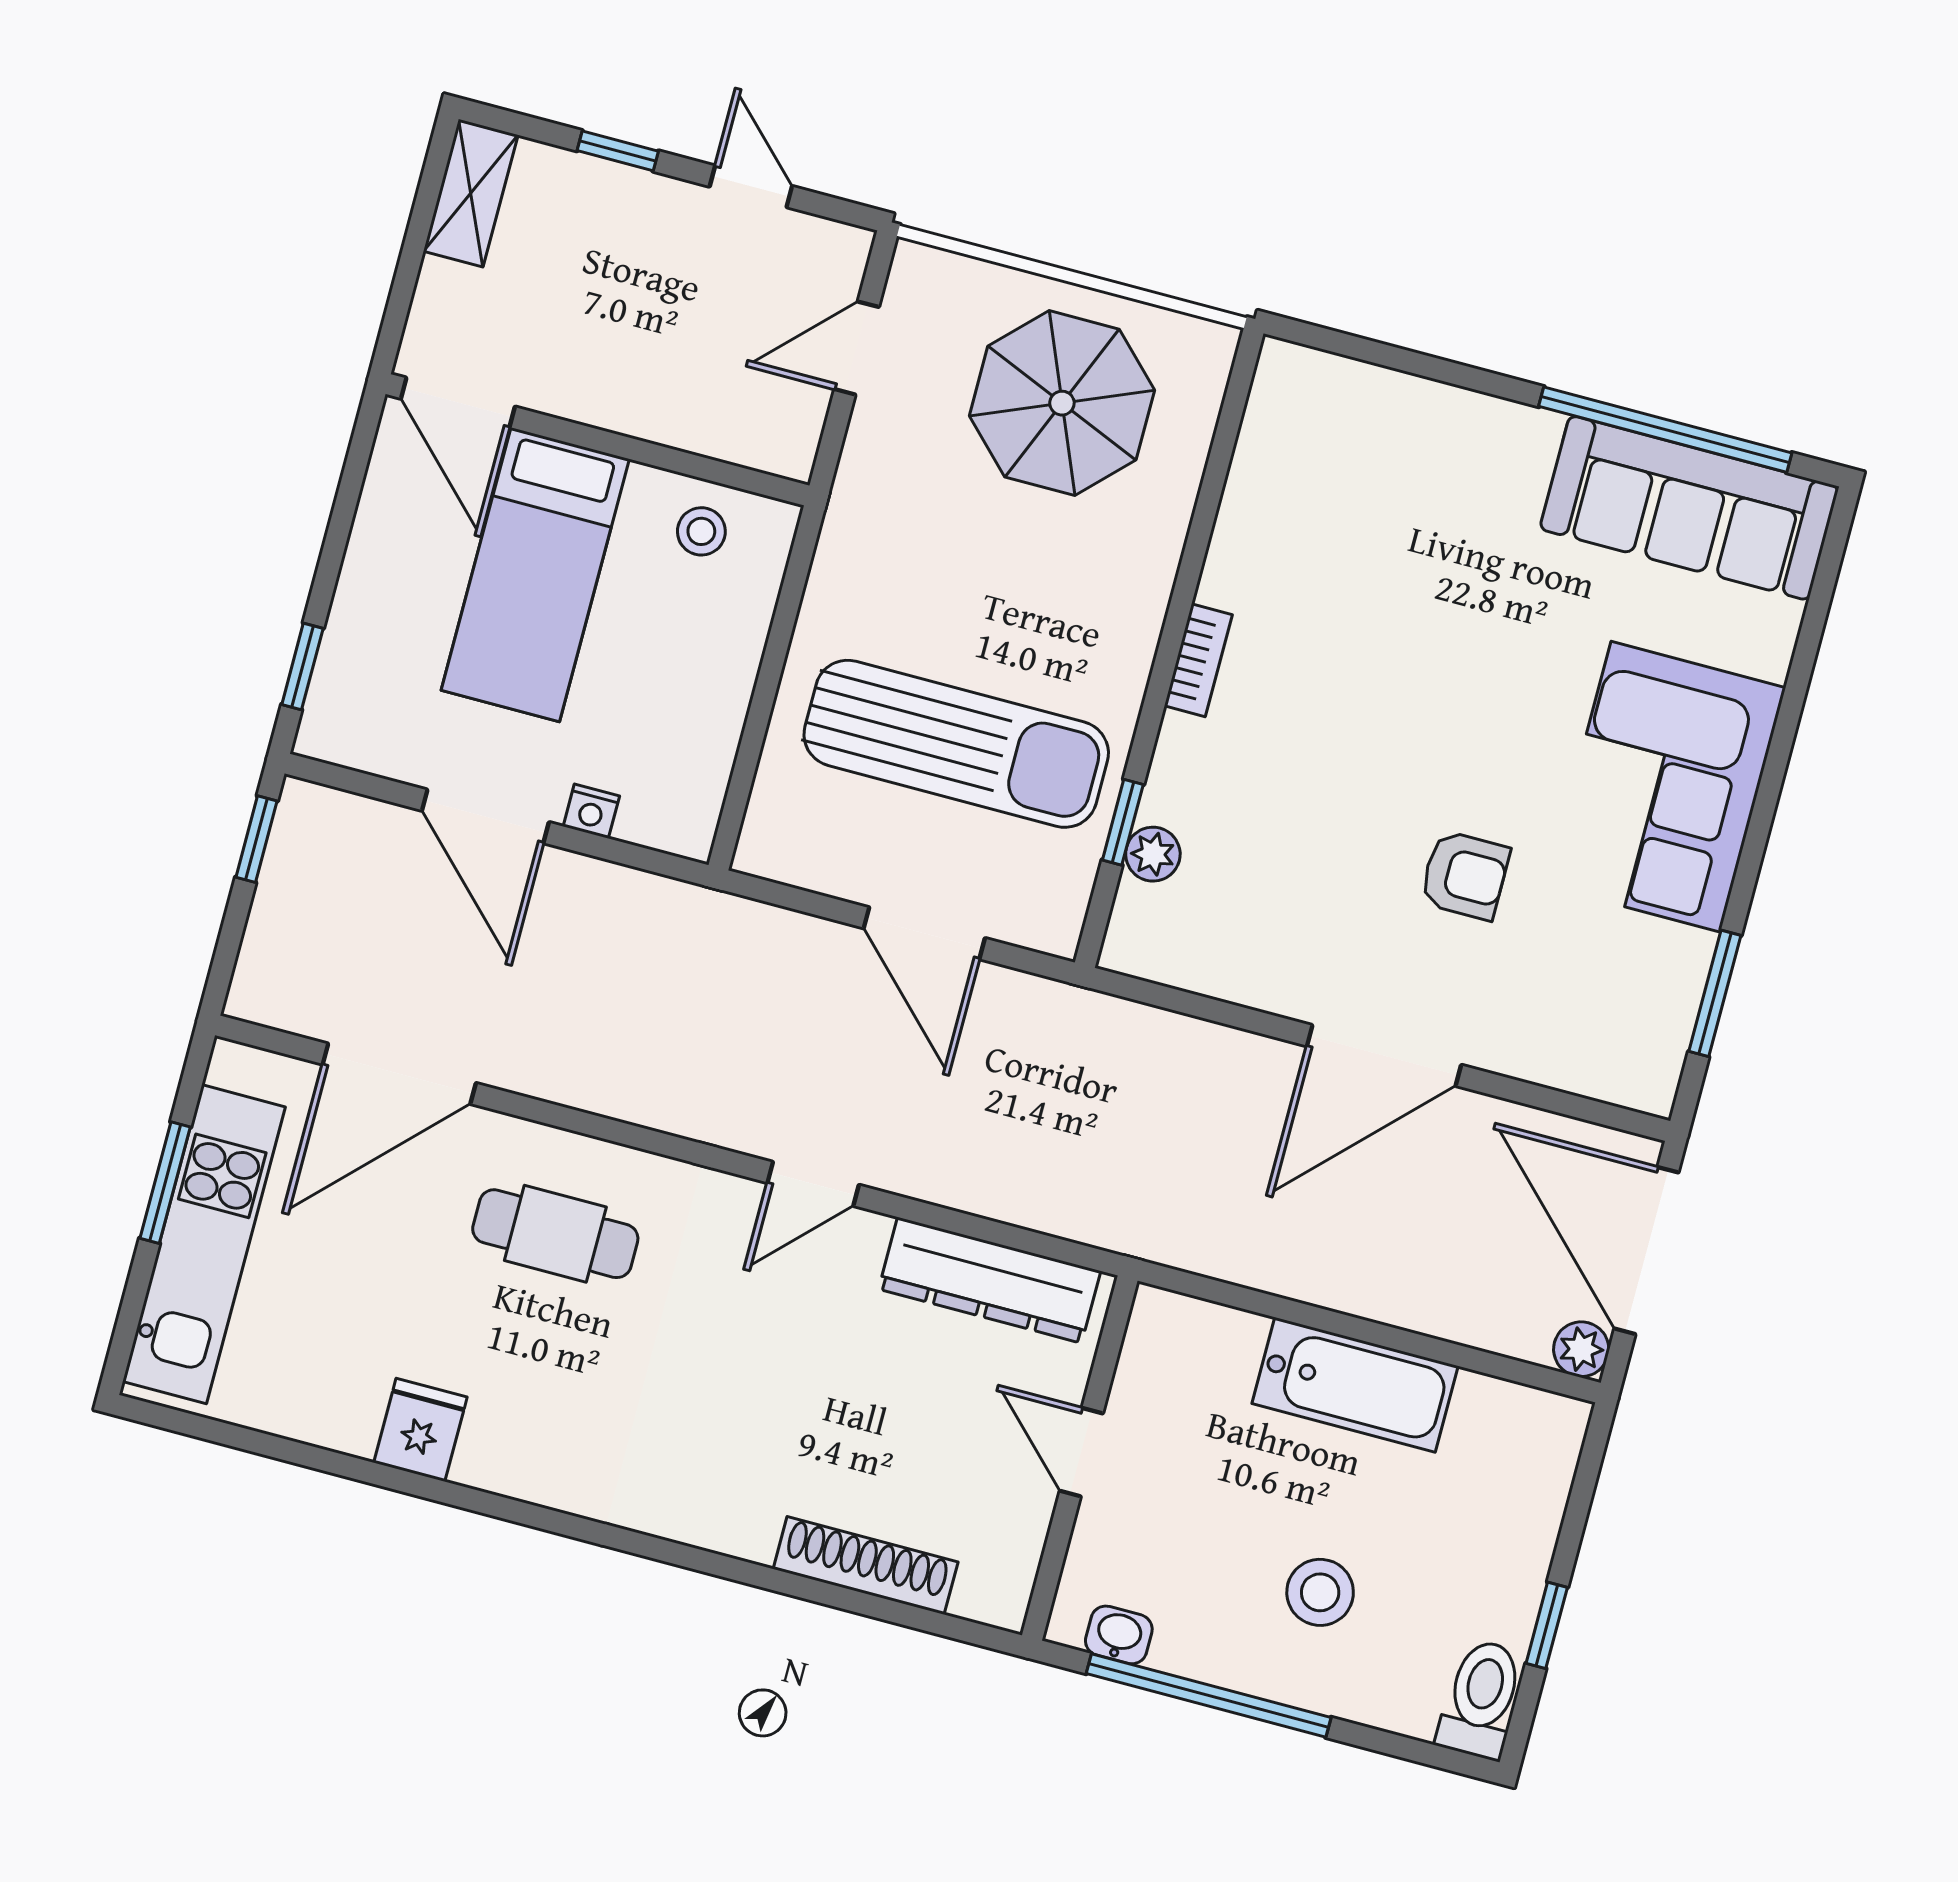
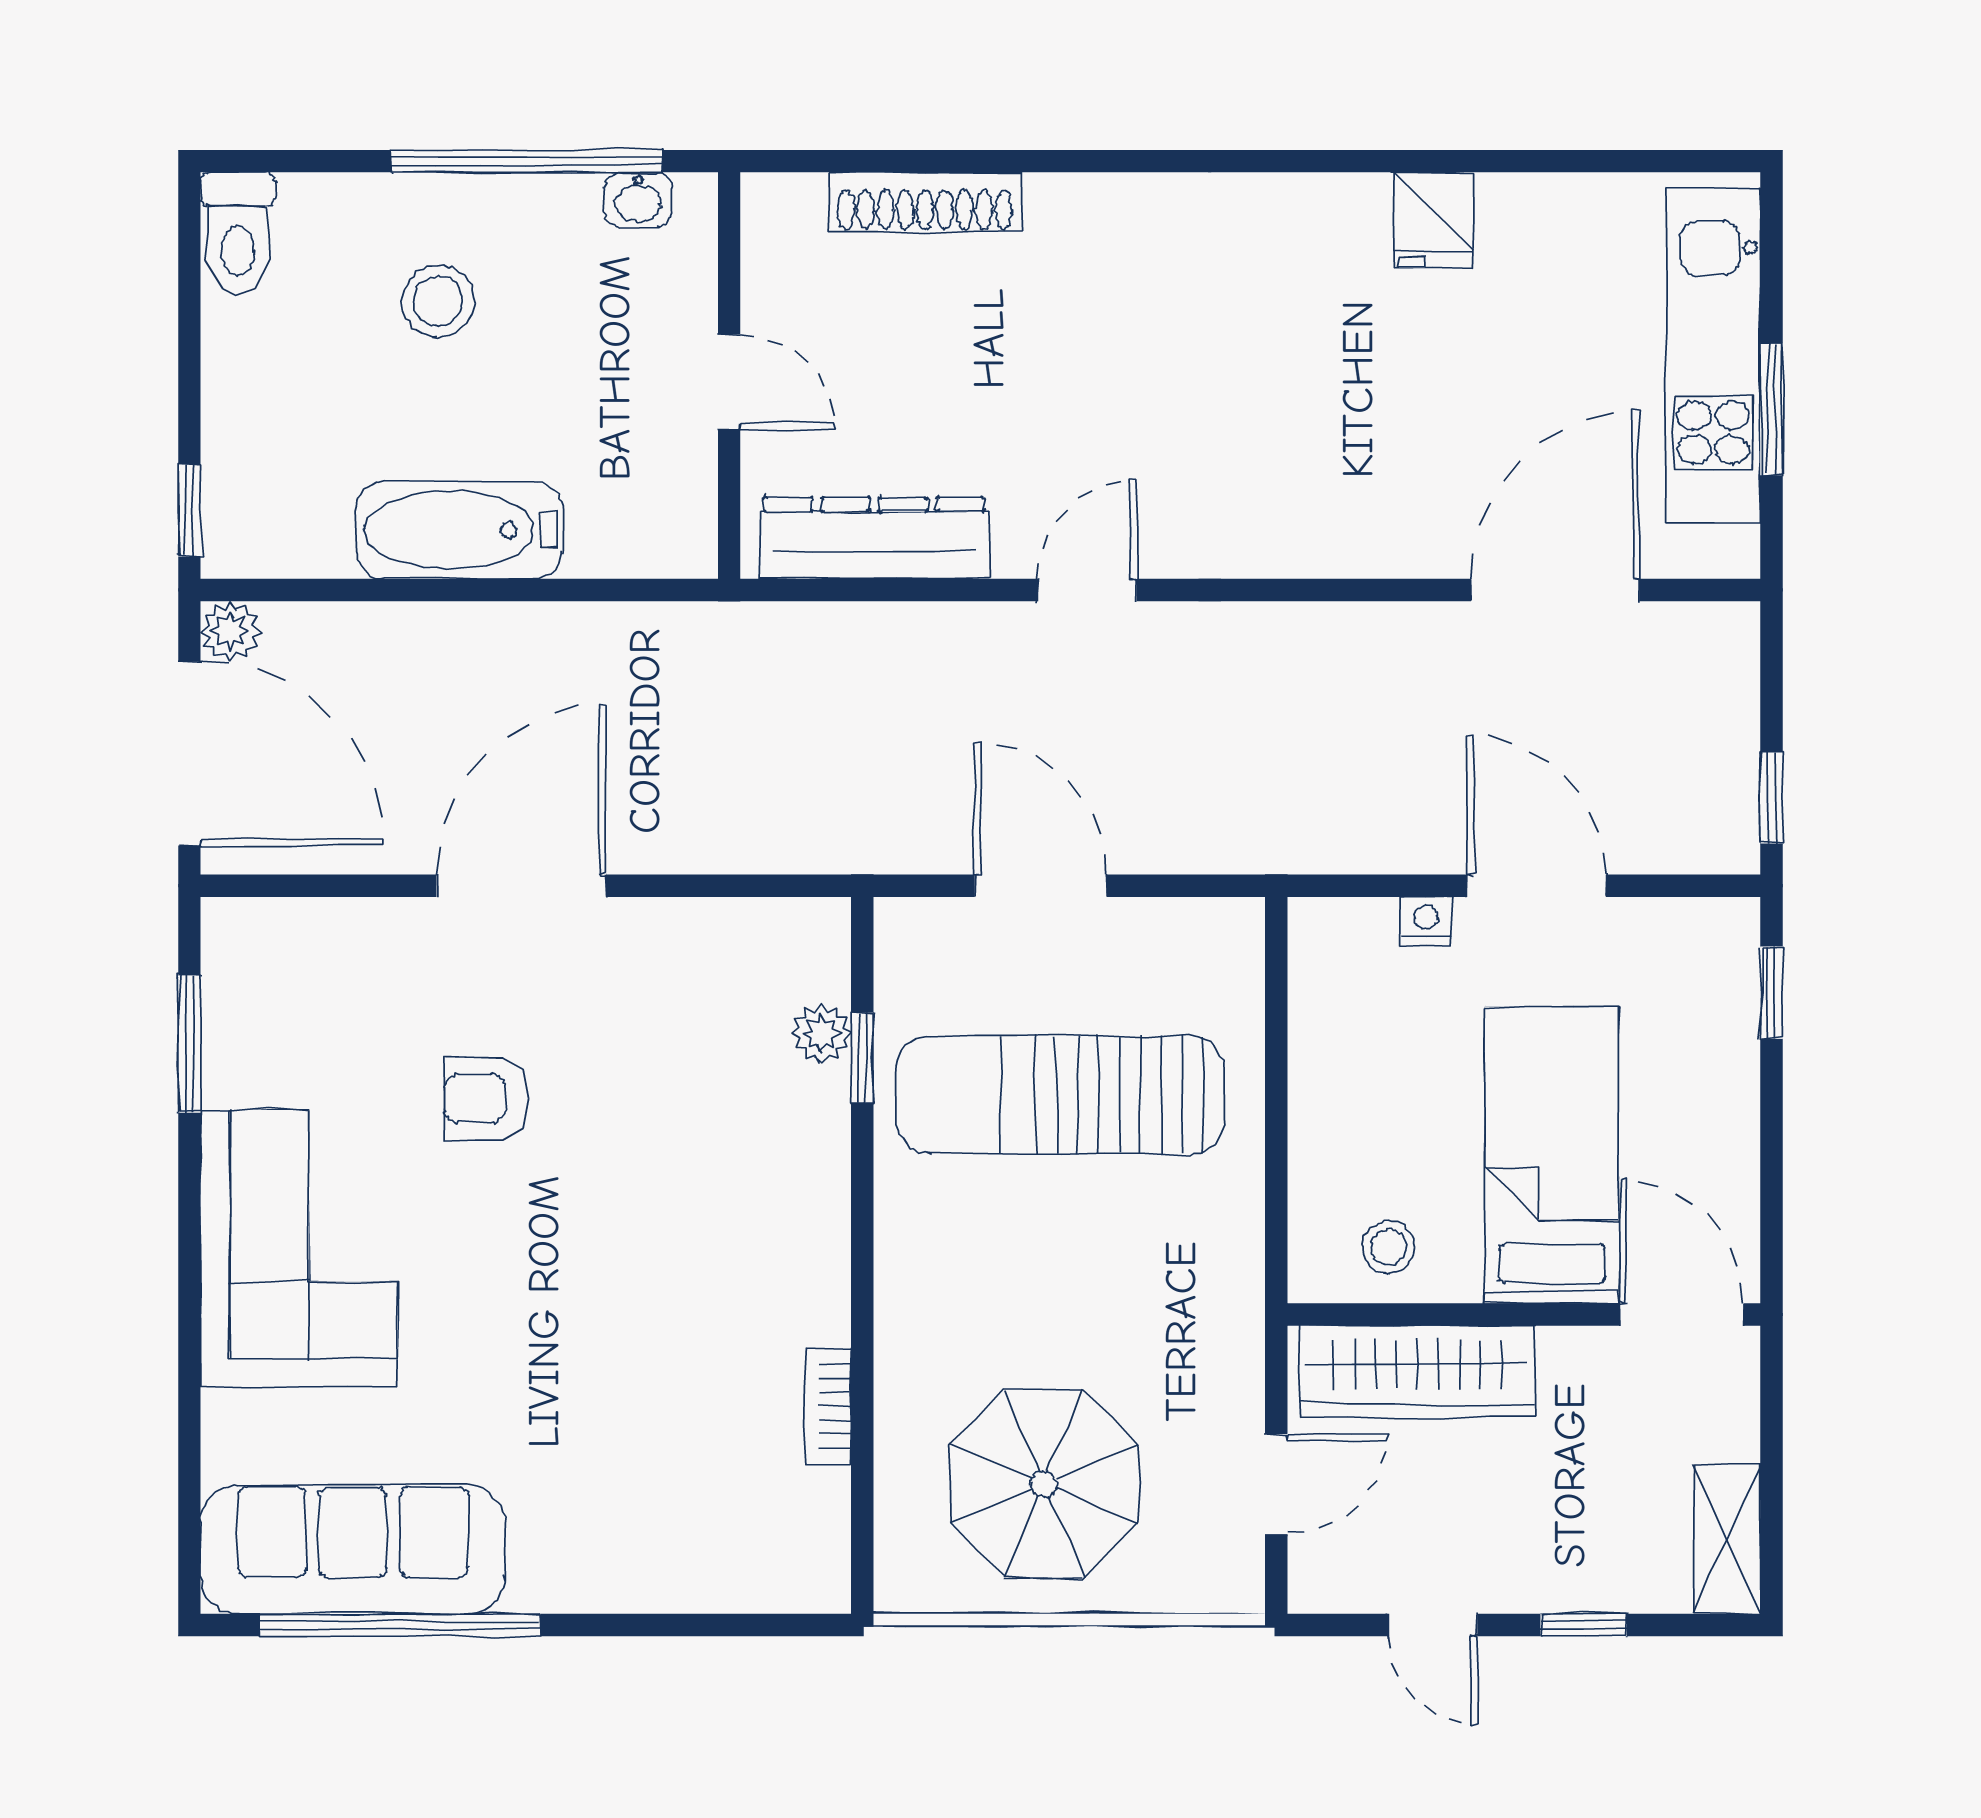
wardrobe: (705, 415) -> (1418, 1371), added
bookcase: (1198, 660) -> (828, 1406), moved
cafe table: (555, 1234) -> (1346, 465), removed
window: (1547, 1625) -> (189, 510), moved

